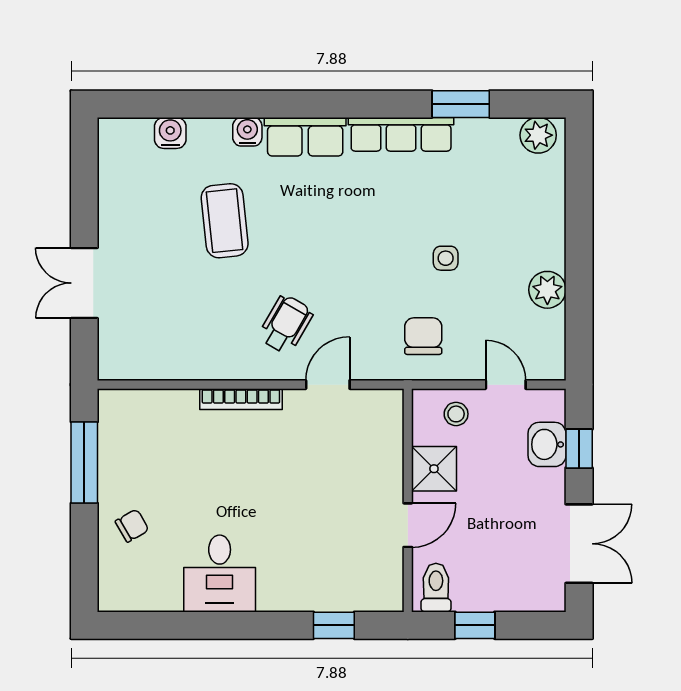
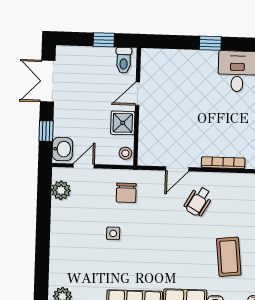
plant: (547, 290) -> (61, 190), moved
door: (506, 385) -> (84, 166), swing flipped
stool: (456, 414) -> (125, 153), moved
washbasin: (547, 444) -> (62, 149), moved
window: (334, 625) -> (210, 43), moved

